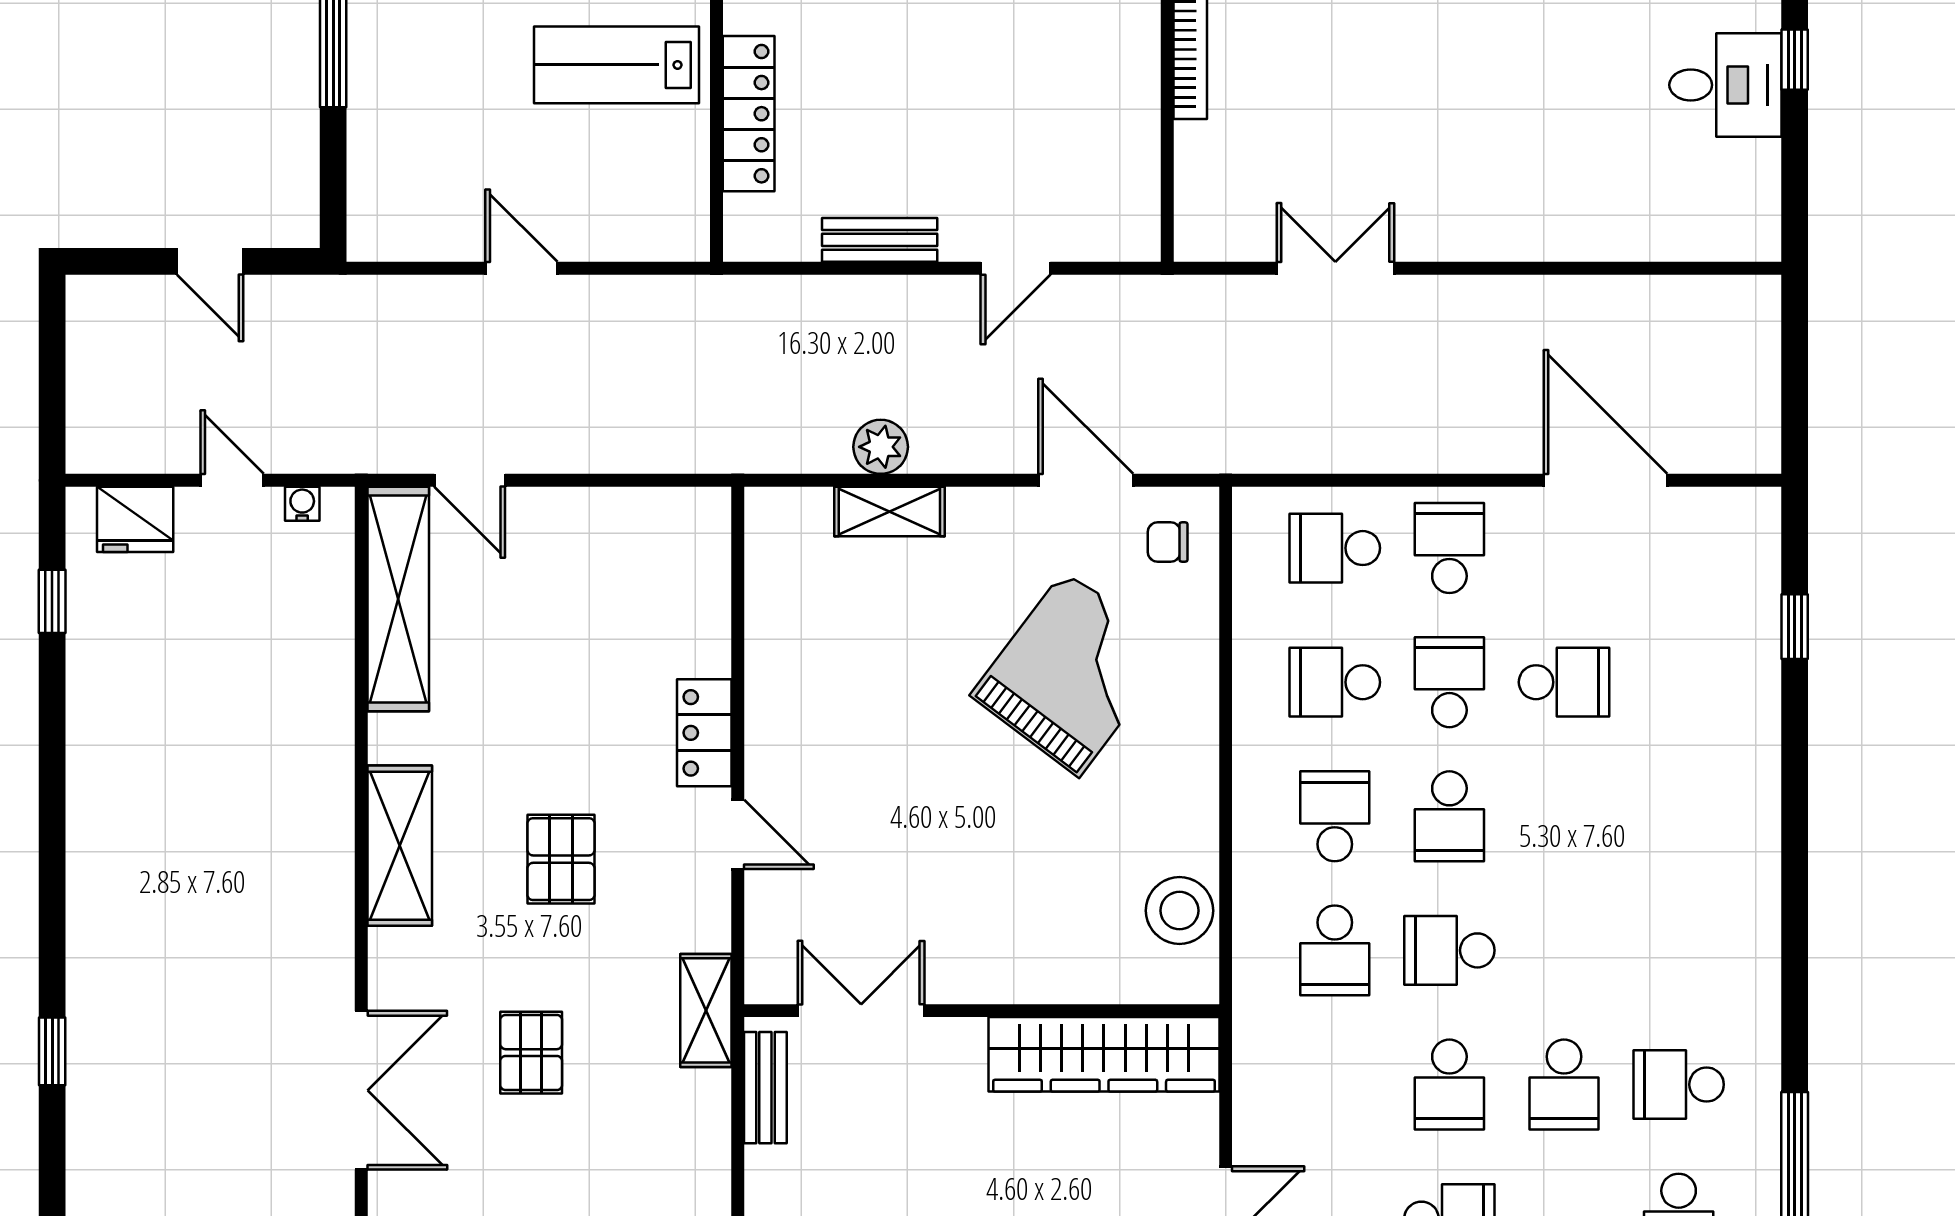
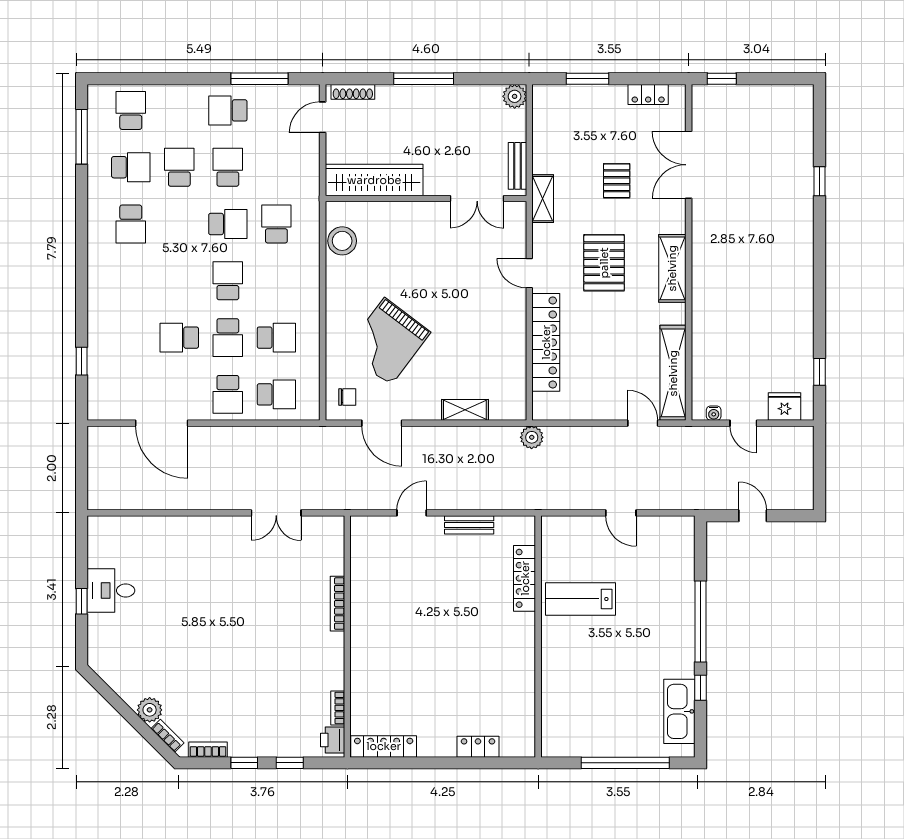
lab bench: (617, 65) -> (581, 599), turned 180
plant: (881, 447) -> (532, 437), moved
locker: (704, 733) -> (546, 342), width x2.16, depth x1.21
school desk: (1335, 816) -> (131, 224), moved
pallet: (561, 859) -> (604, 263), width x1.50, depth x1.42

